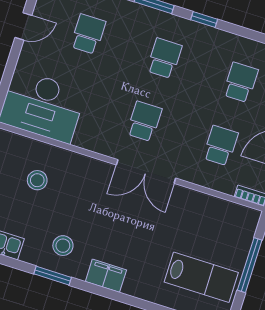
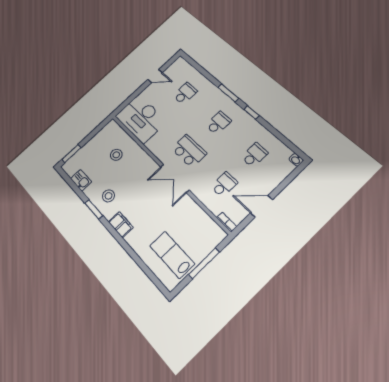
school desk: (144, 121) -> (189, 151), width x1.85
lab bench: (201, 277) -> (172, 255), turned 180

